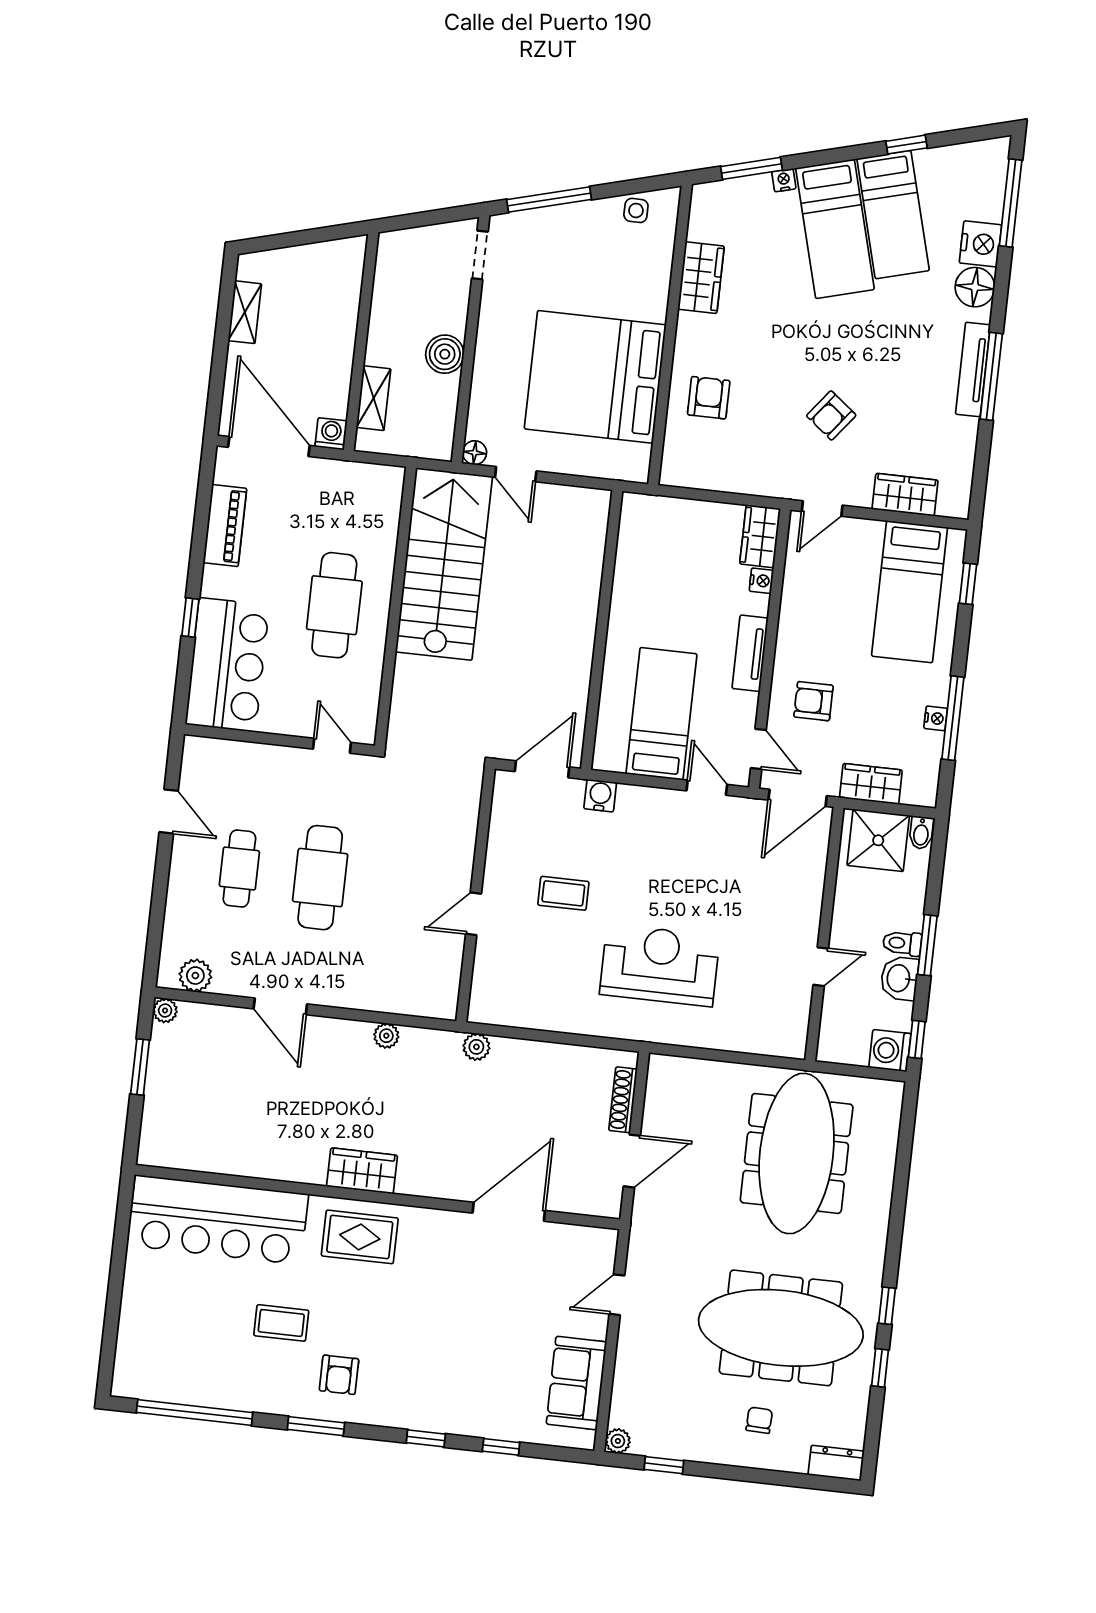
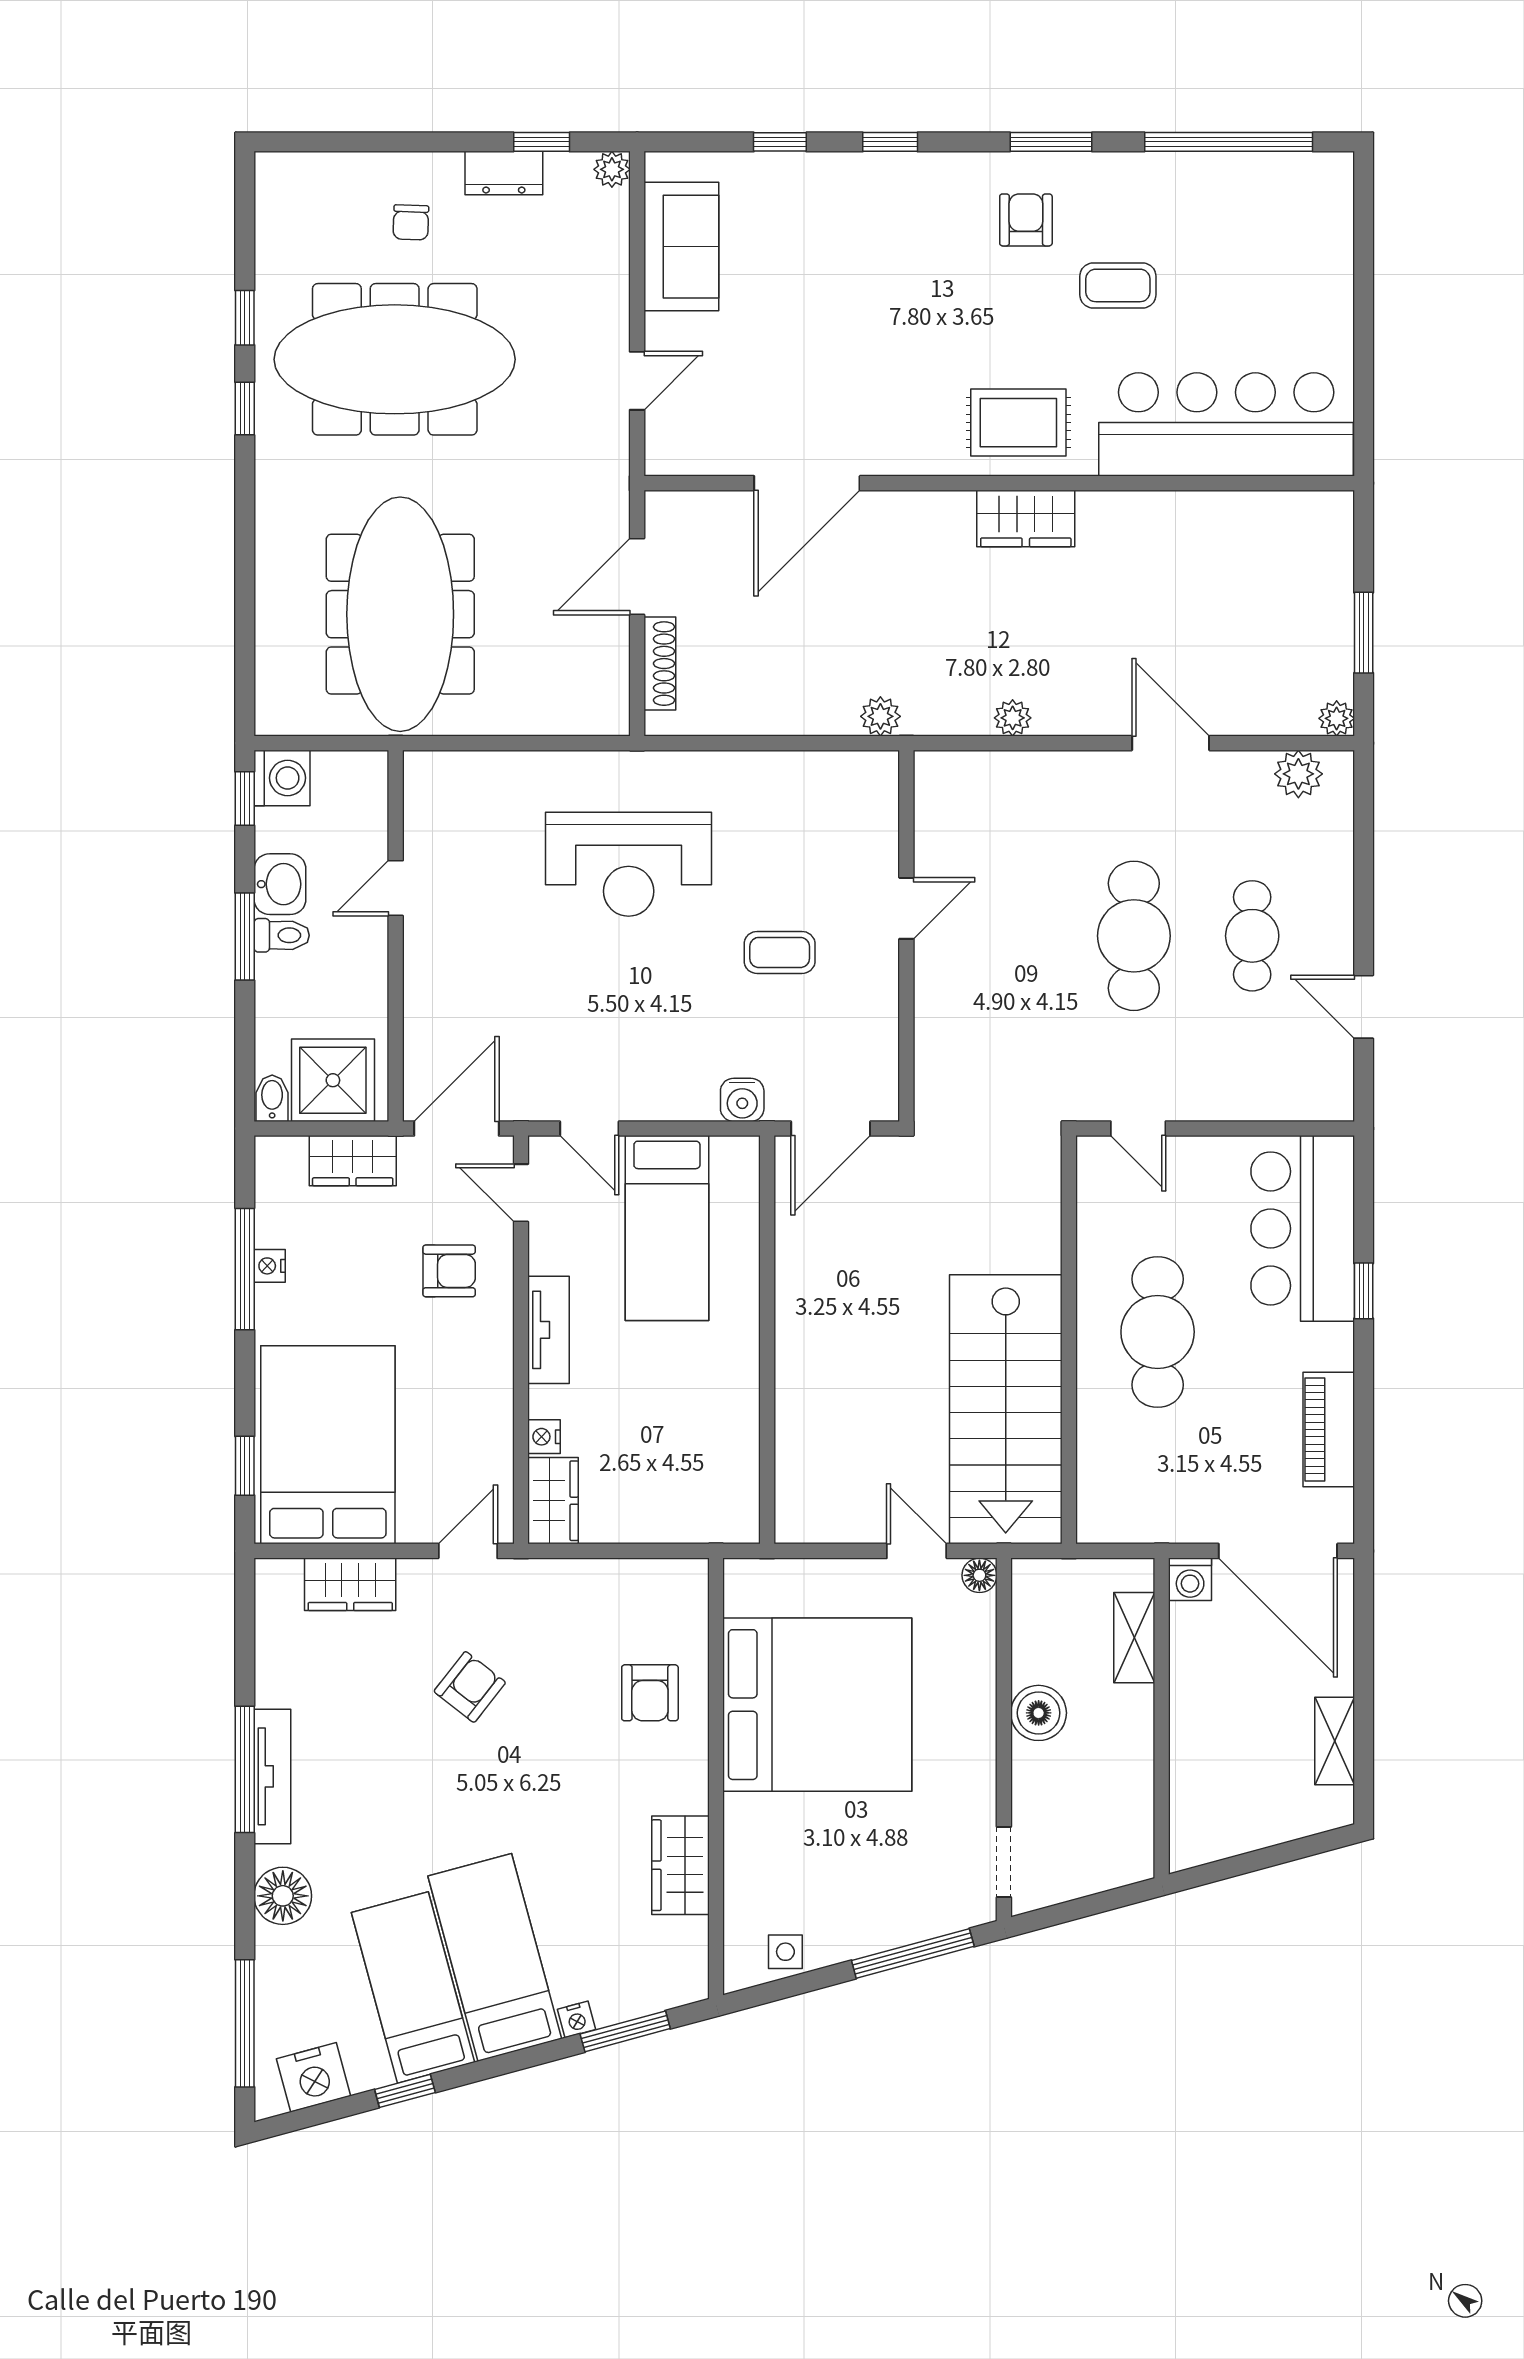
nightstand: (980, 244) -> (314, 2077), moved, turned -105
bed: (910, 592) -> (328, 1445), width x1.50
dresser: (836, 1463) -> (504, 173), moved

